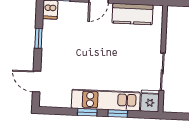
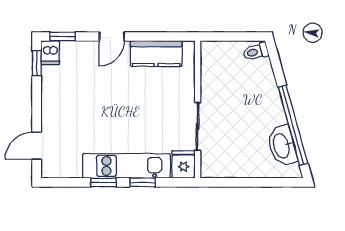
window: (38, 38) -> (37, 63), moved
door: (37, 81) -> (37, 146), hinge flipped

